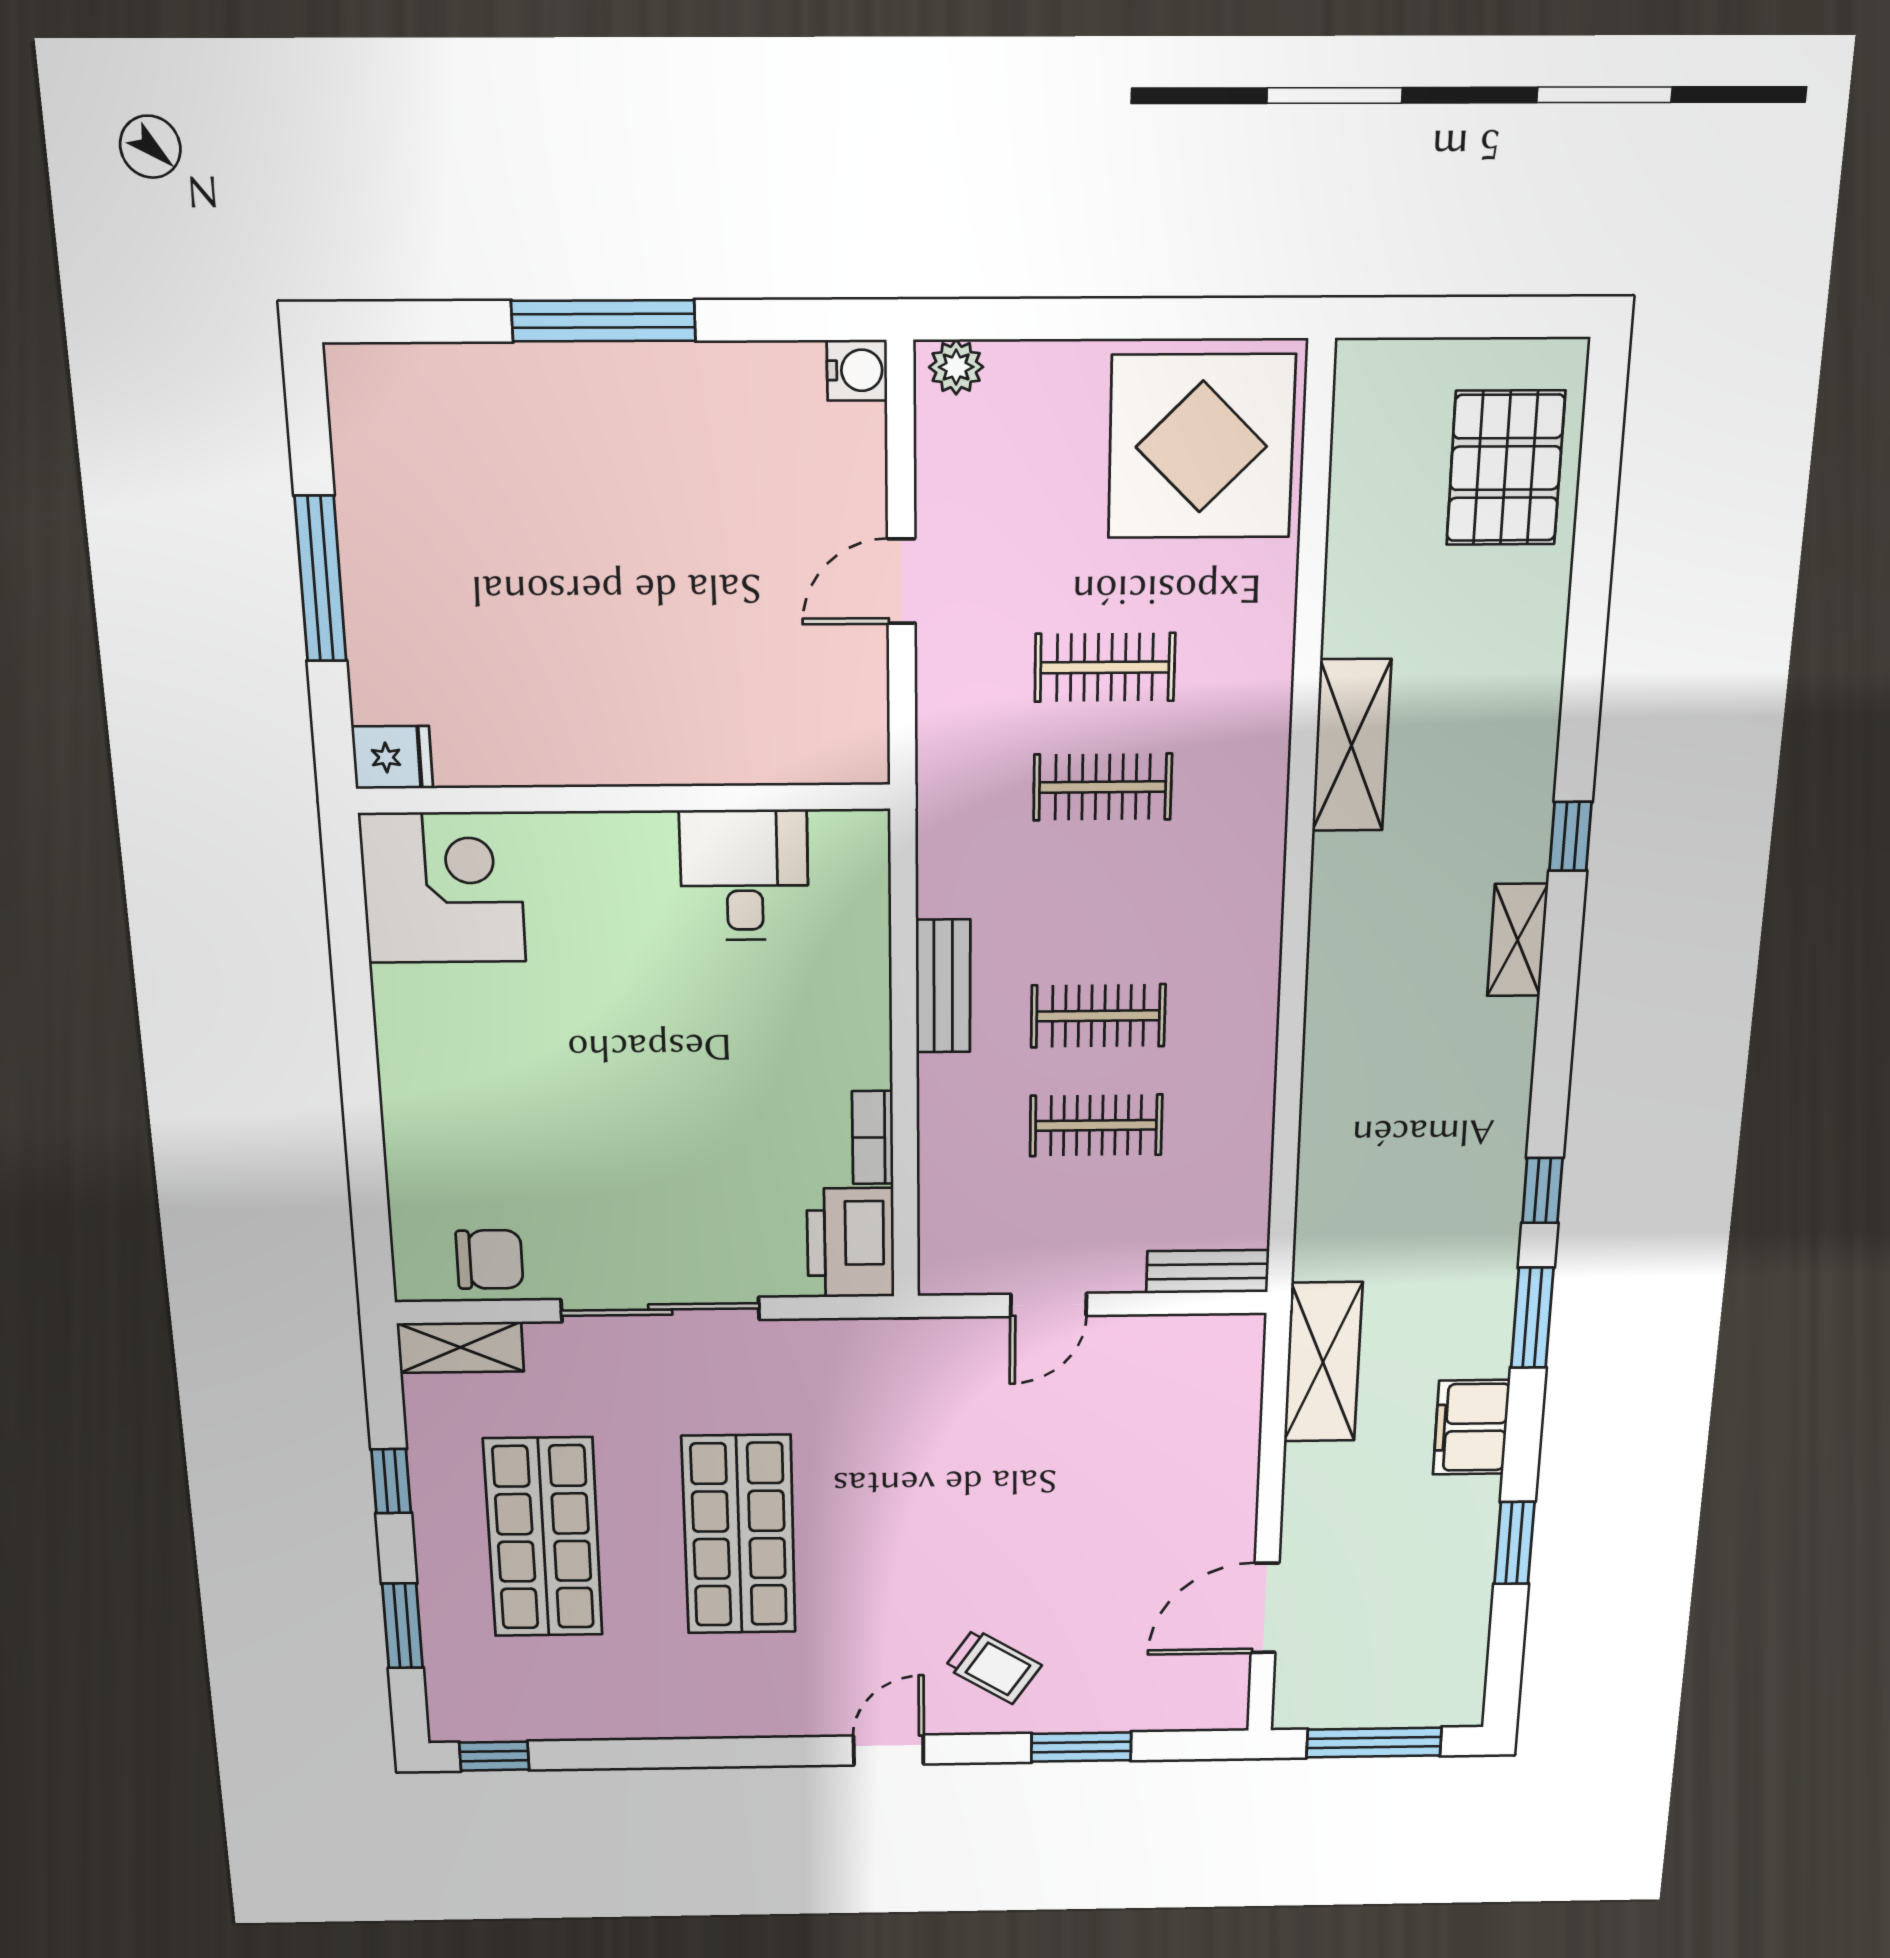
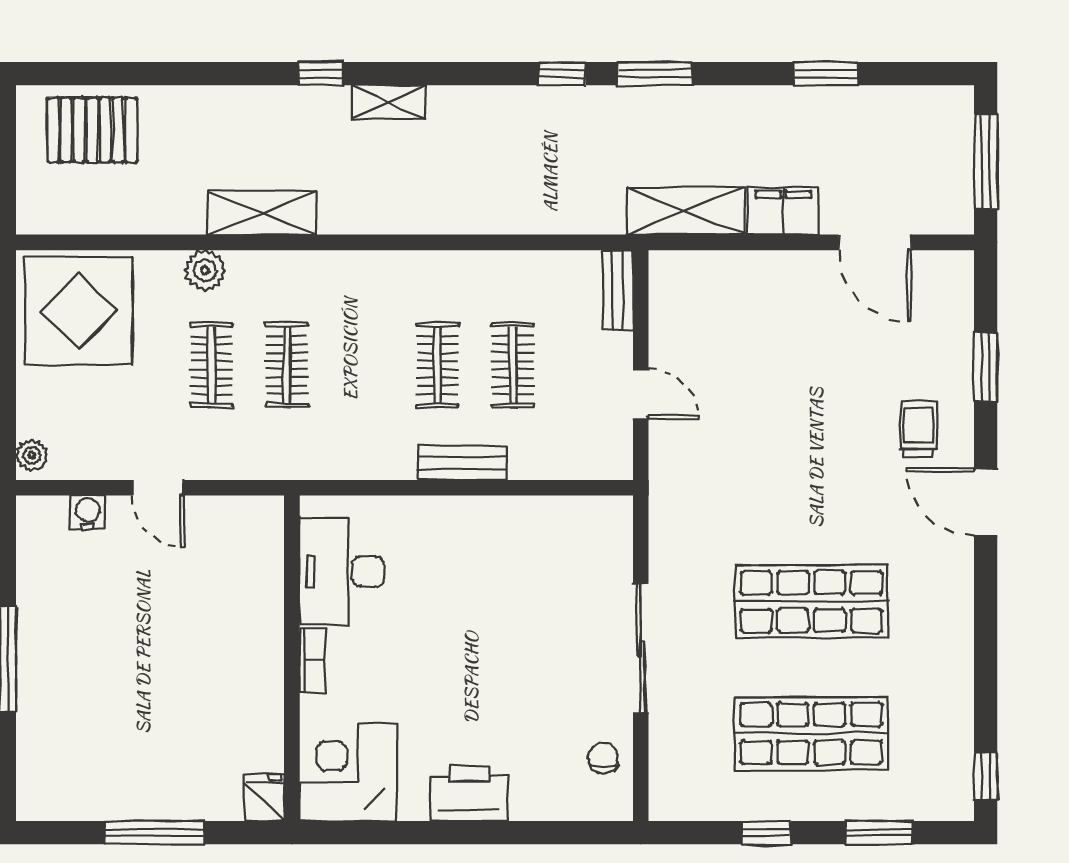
water cooler: (857, 370) -> (88, 513), moved
plant: (1262, 656) -> (205, 270), added
desk: (744, 875) -> (342, 571), width x1.37
bench: (943, 986) -> (462, 463), moved
bookcase: (873, 1138) -> (313, 661), moved, turned -90
printer: (851, 1243) -> (469, 793), moved, turned 180
chair: (490, 1259) -> (603, 758), width x0.73, depth x0.73
shelving: (460, 1347) -> (667, 781), removed
filing cabinet: (1471, 1427) -> (783, 211), moved, turned 180
trolley: (993, 1666) -> (918, 429), turned -33
door: (889, 1750) -> (986, 502), width x1.38

